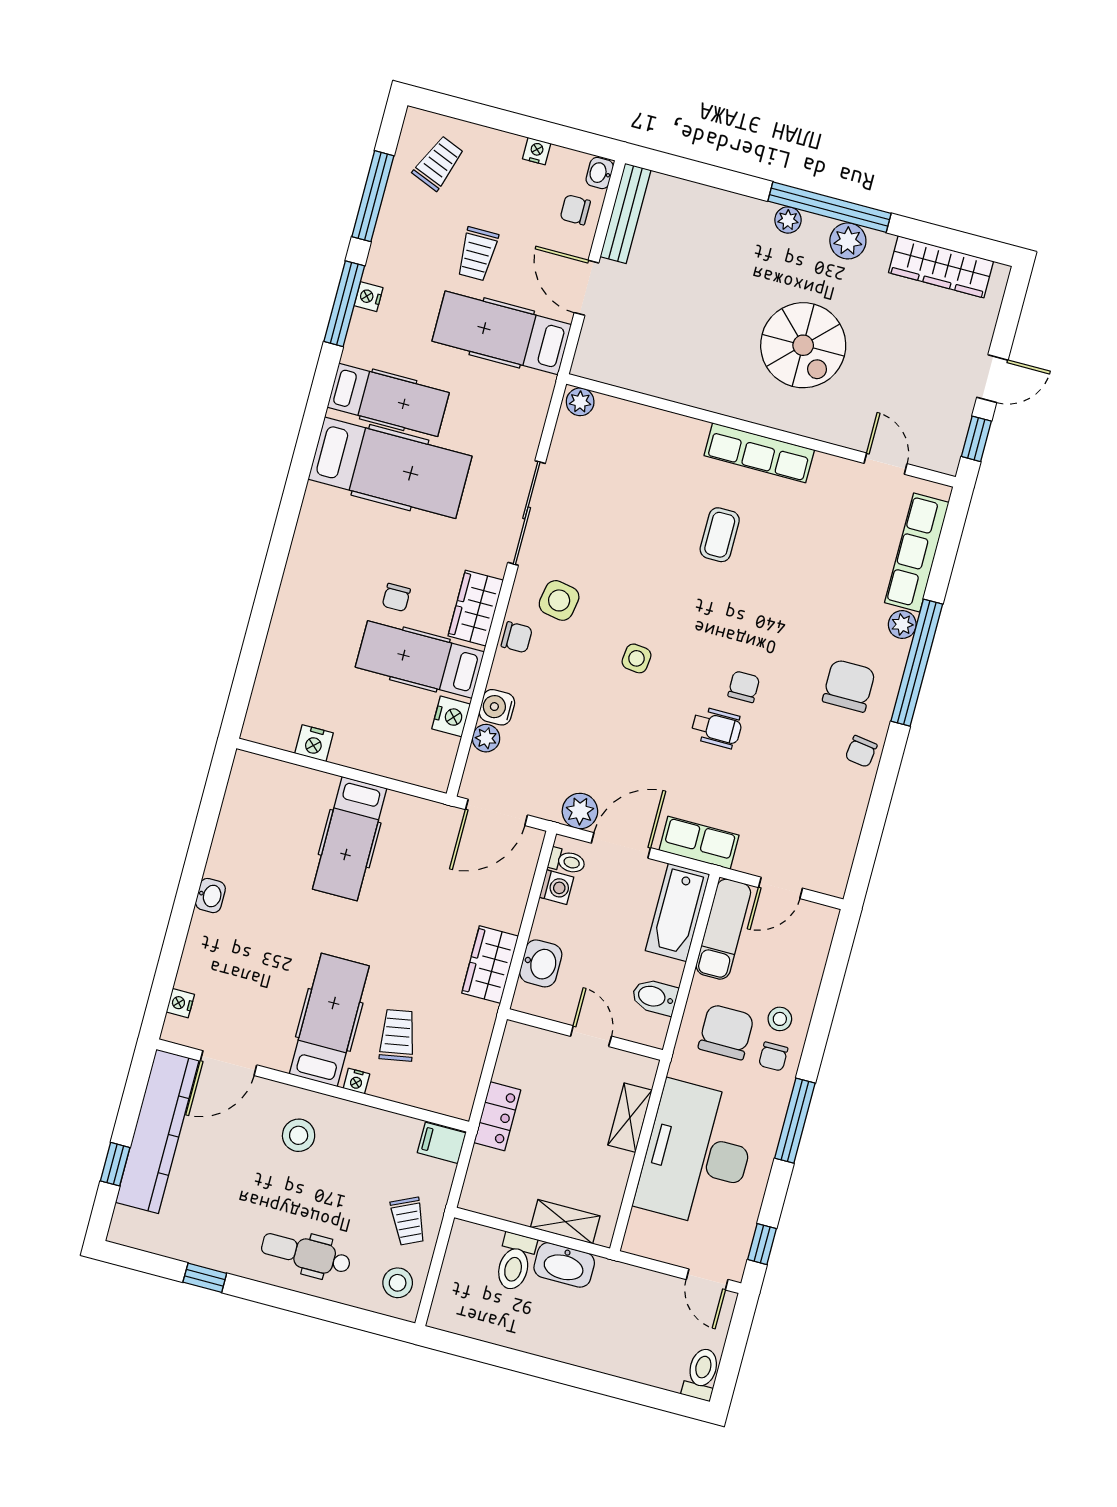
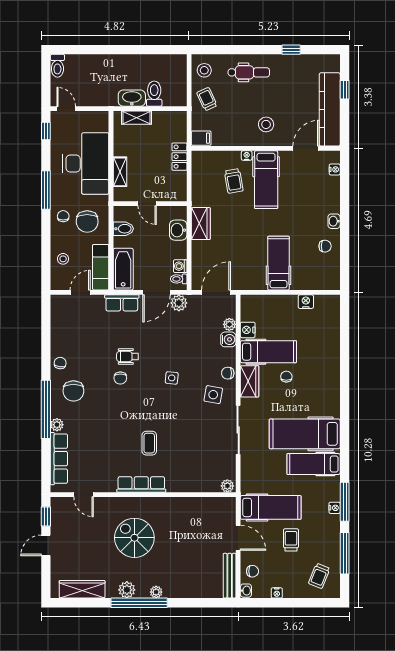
chair: (243, 848) -> (325, 246), added
stool: (780, 1019) -> (63, 259), moved

